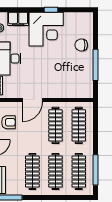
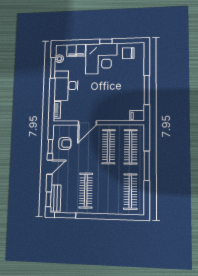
chair: (81, 45) -> (128, 53), moved
filing cabinet: (85, 92) -> (137, 116), added
window: (95, 170) -> (147, 166), moved
clothes rail: (56, 172) -> (108, 191), removed

